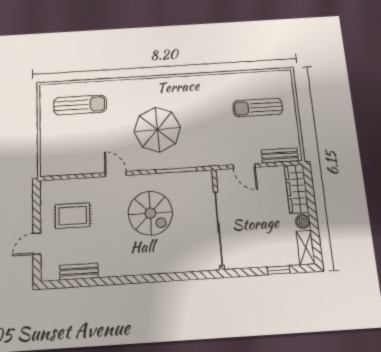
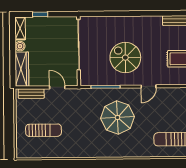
door: (116, 174) -> (149, 86), hinge flipped

